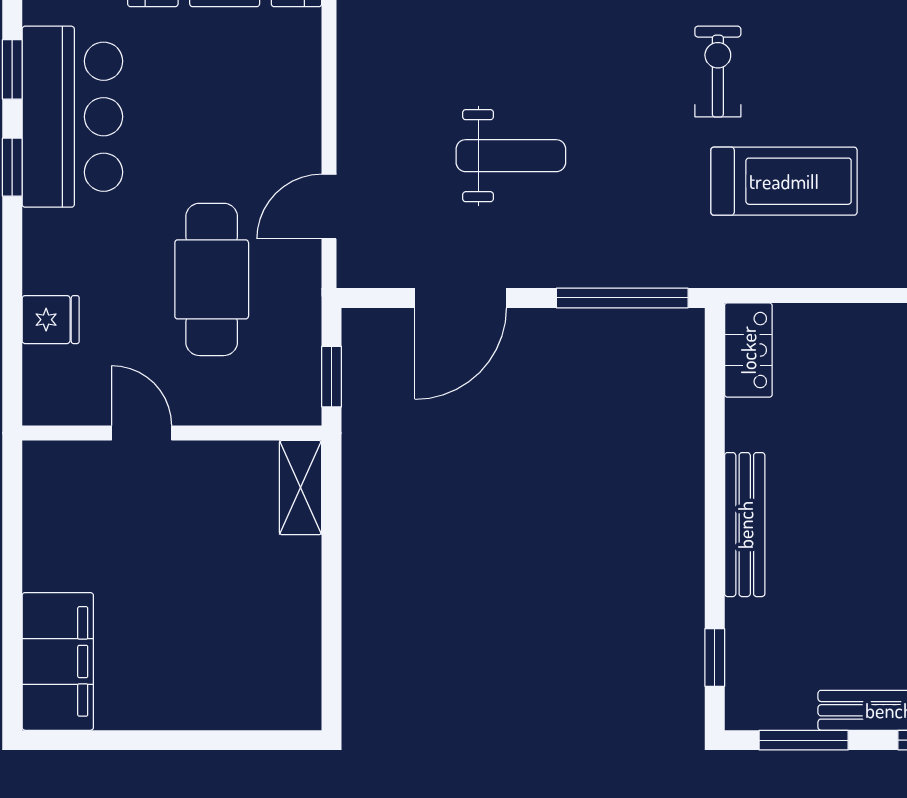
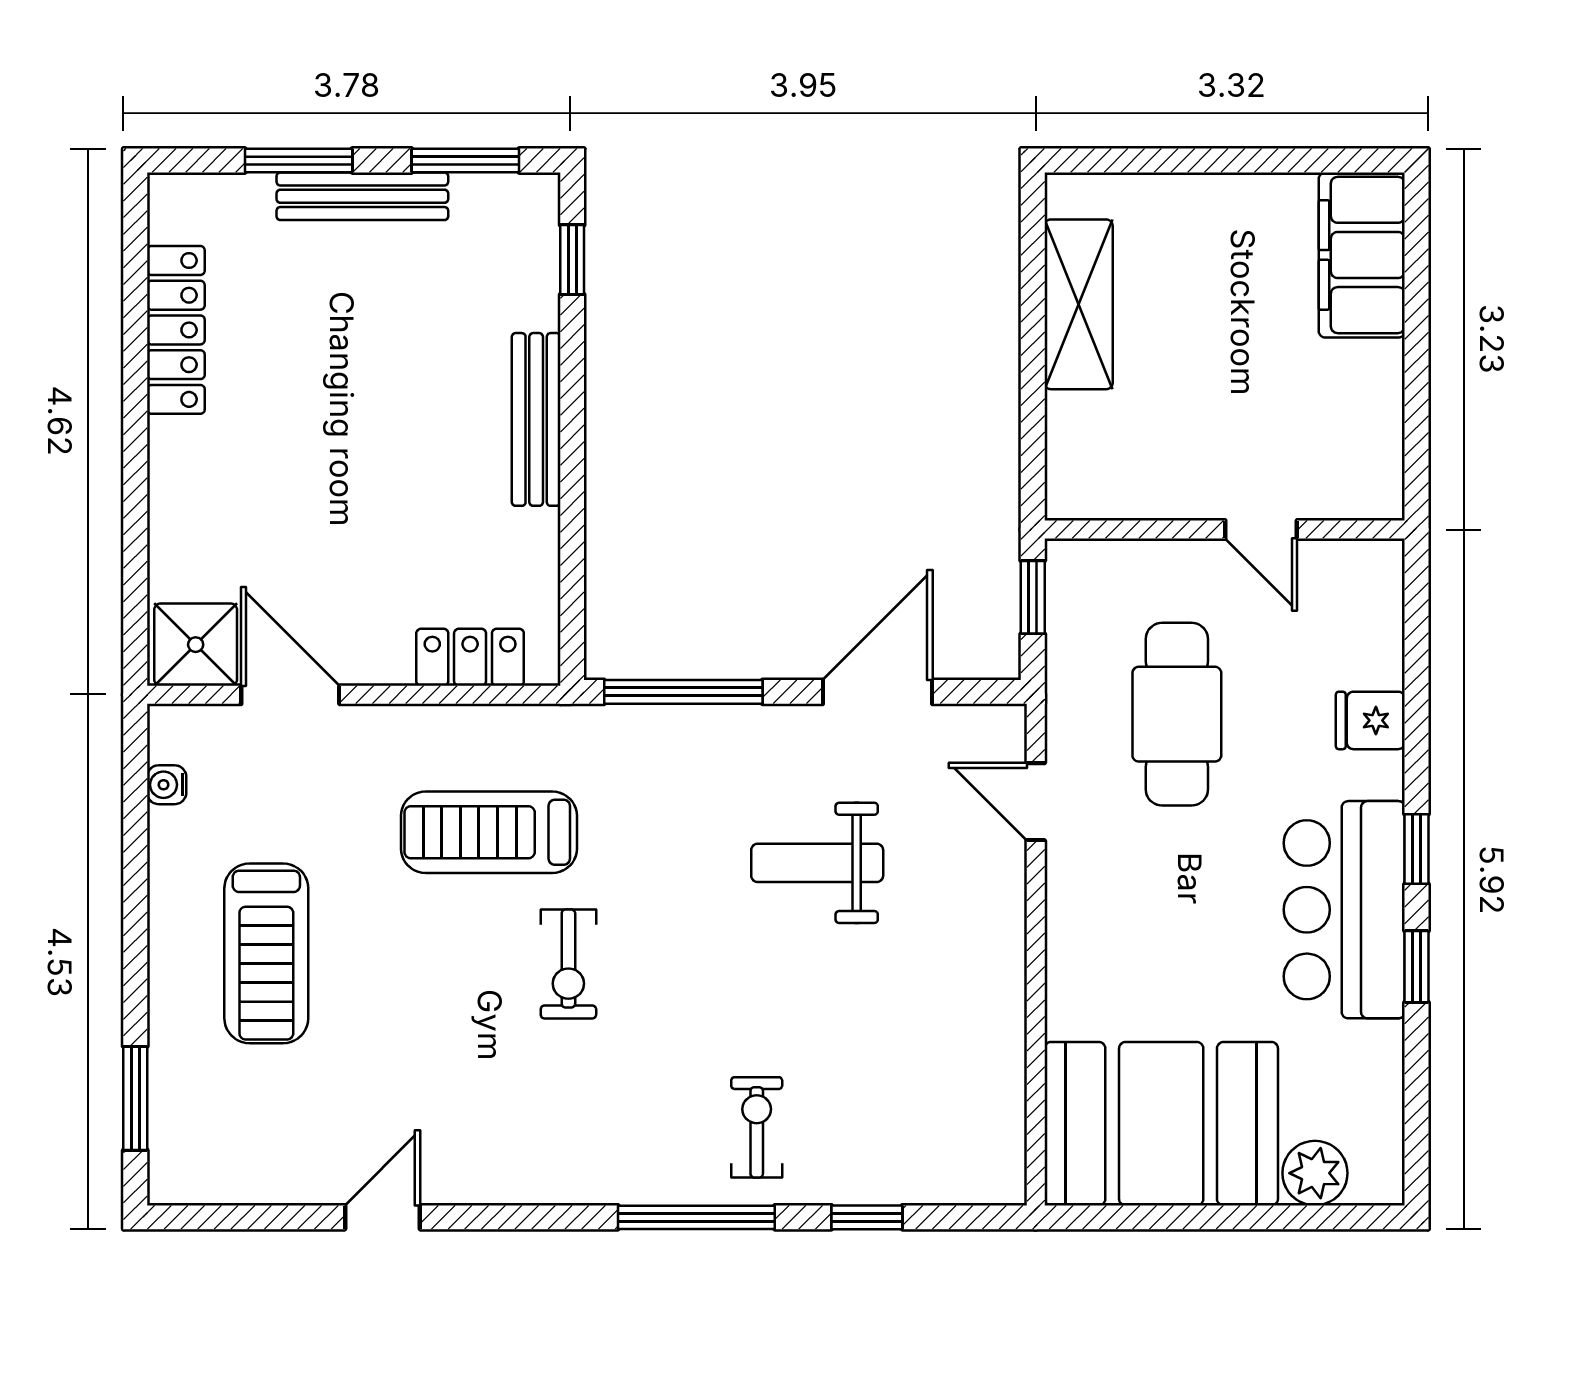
door: (329, 207) -> (1036, 802), swing flipped
fridge: (51, 320) -> (1370, 720), moved
locker: (748, 350) -> (470, 657), moved, turned 90
shelving: (301, 488) -> (1079, 304), moved, width x1.50, depth x1.33

